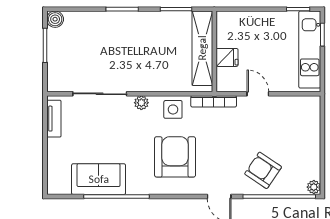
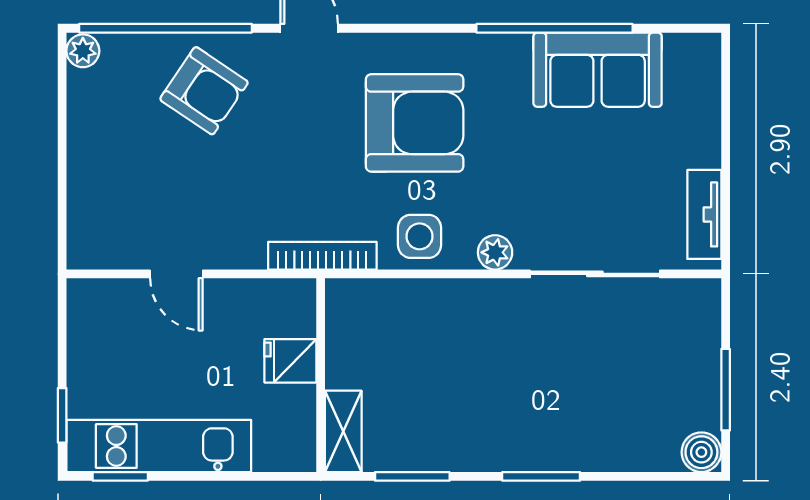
shelving: (202, 48) -> (343, 431), width x0.45, depth x0.75
kitchen unit: (310, 50) -> (159, 446), moved, turned -90
door: (258, 94) -> (176, 274), moved
armchair: (175, 157) -> (415, 123), turned -90

